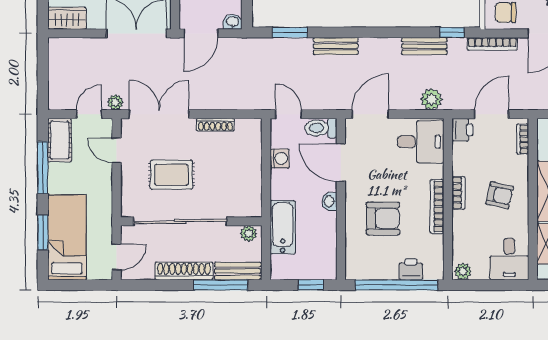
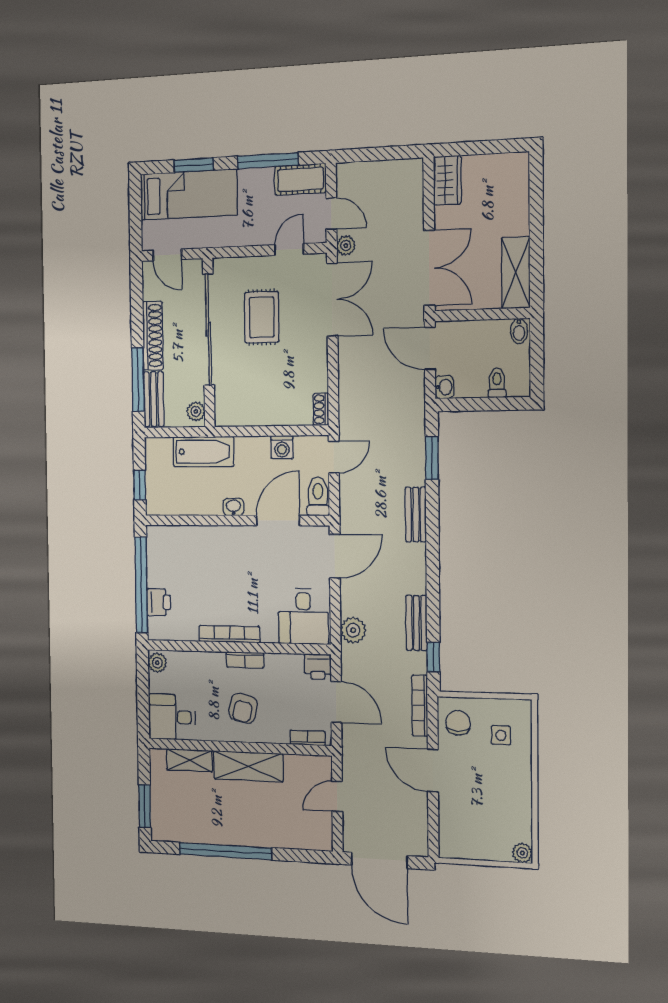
door: (370, 114) -> (335, 556), hinge flipped
shoe rack: (215, 125) -> (321, 409), moved, width x0.70
armchair: (383, 218) -> (215, 570), removed

